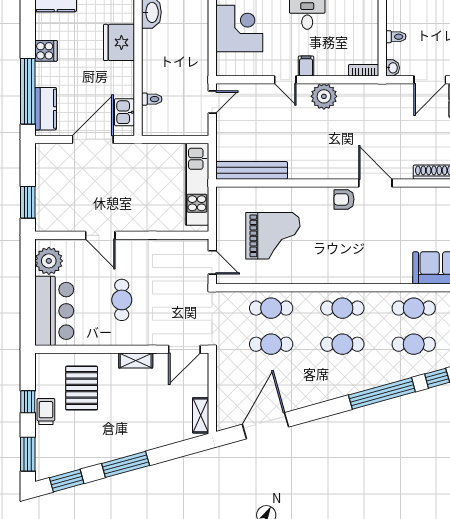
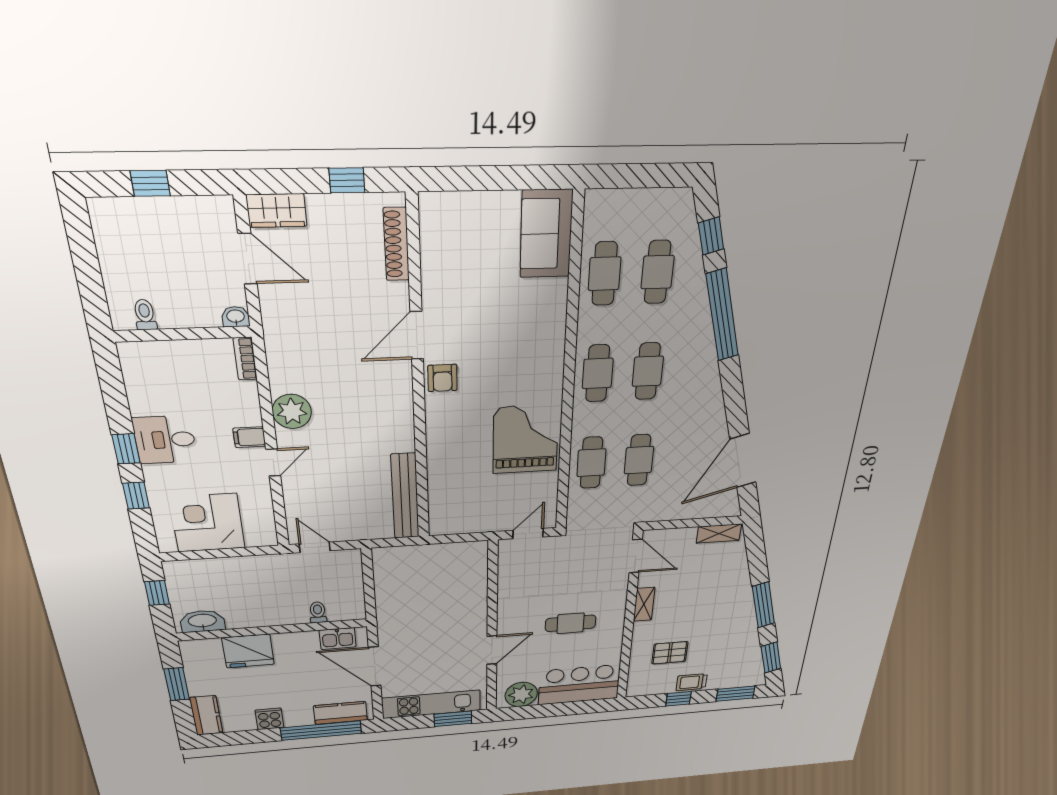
toilet: (396, 37) -> (145, 315), moved
kitchen unit: (197, 184) -> (431, 704), moved, turned 180
grand piano: (273, 236) -> (526, 439), moved
pallet: (82, 388) -> (670, 653), width x0.67, depth x0.71
door: (266, 426) -> (743, 461), hinge flipped

